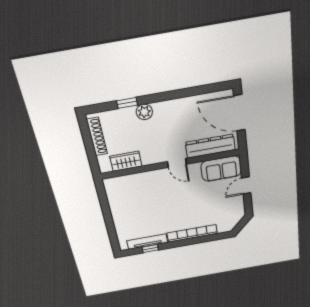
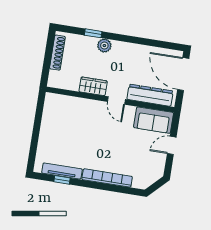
wardrobe: (126, 161) -> (93, 86), moved

